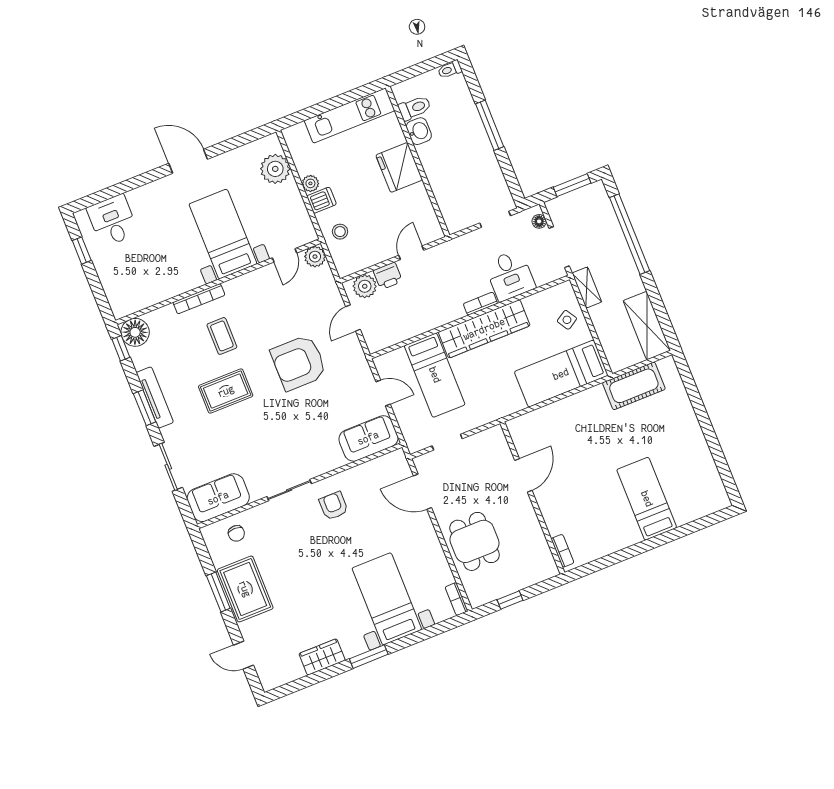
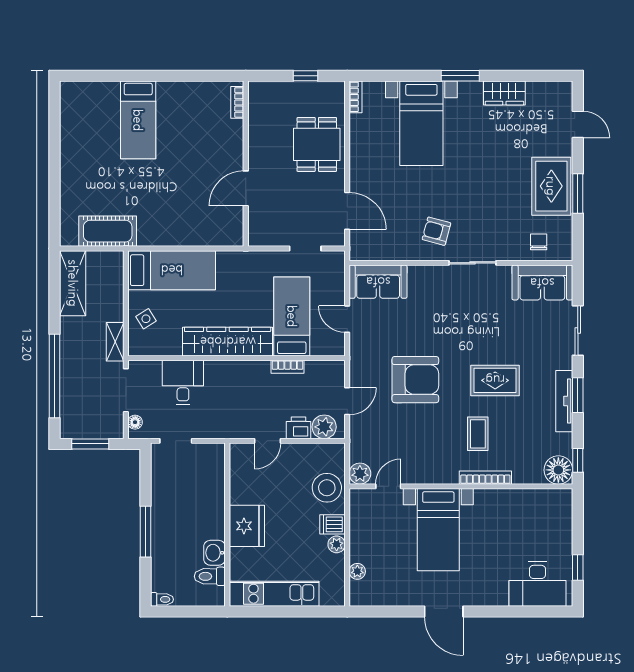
plant: (275, 169) -> (357, 571), width x0.53, depth x0.53
desk: (112, 221) -> (537, 584), width x1.37
stool: (340, 232) -> (327, 488), width x1.89, depth x1.89
bookcase: (480, 304) -> (287, 367), moved
armchair: (334, 506) -> (436, 231), turned 105

